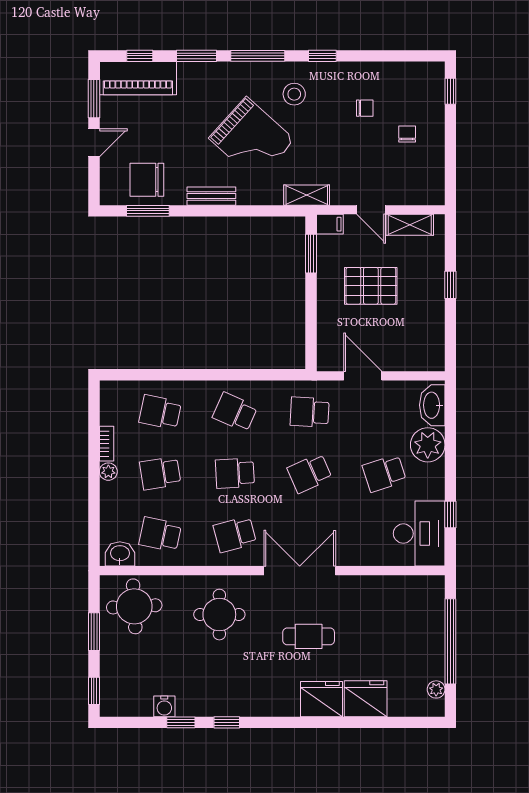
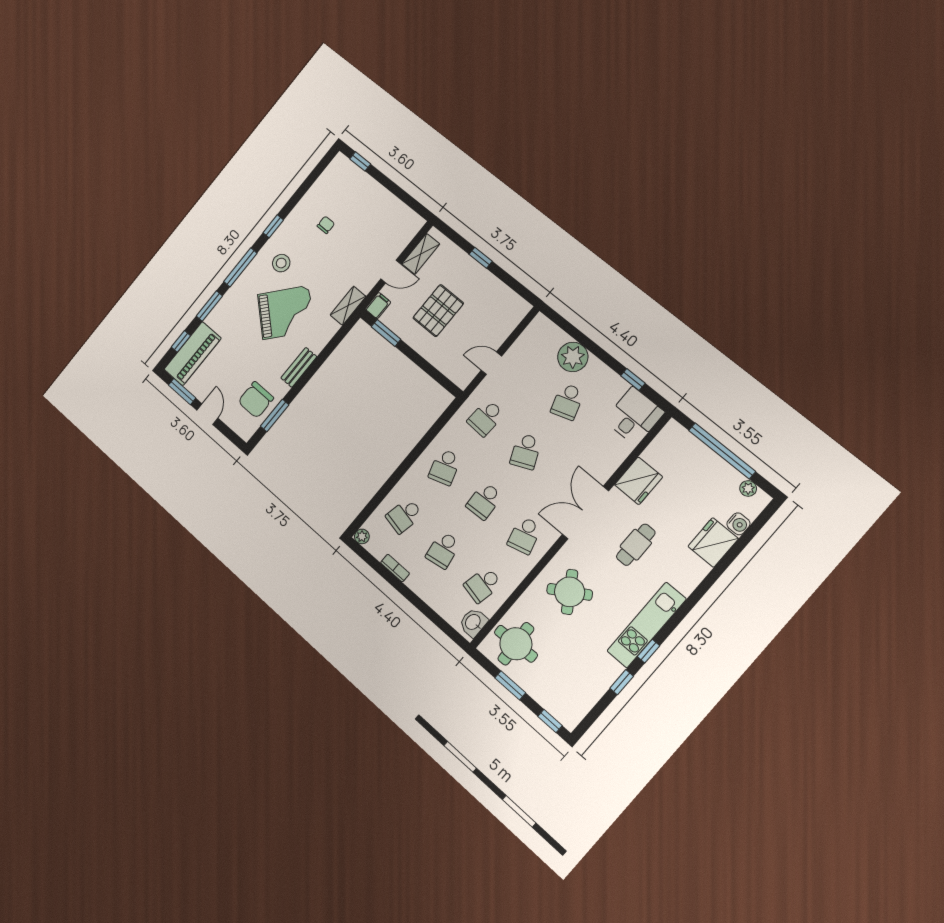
chair: (407, 134) -> (363, 210), removed
door: (363, 376) -> (491, 363), width x0.73
washbasin: (432, 405) -> (549, 333), removed
school desk: (235, 412) -> (445, 467), turned -42
plant: (108, 472) -> (362, 536), moved
desk: (419, 534) -> (634, 416), width x0.73
round table: (219, 615) -> (570, 592), turned -32
fridge: (322, 699) -> (639, 481), moved, turned 180
kitchen unit: (248, 702) -> (647, 625), added
water cooler: (164, 706) -> (738, 524), moved

